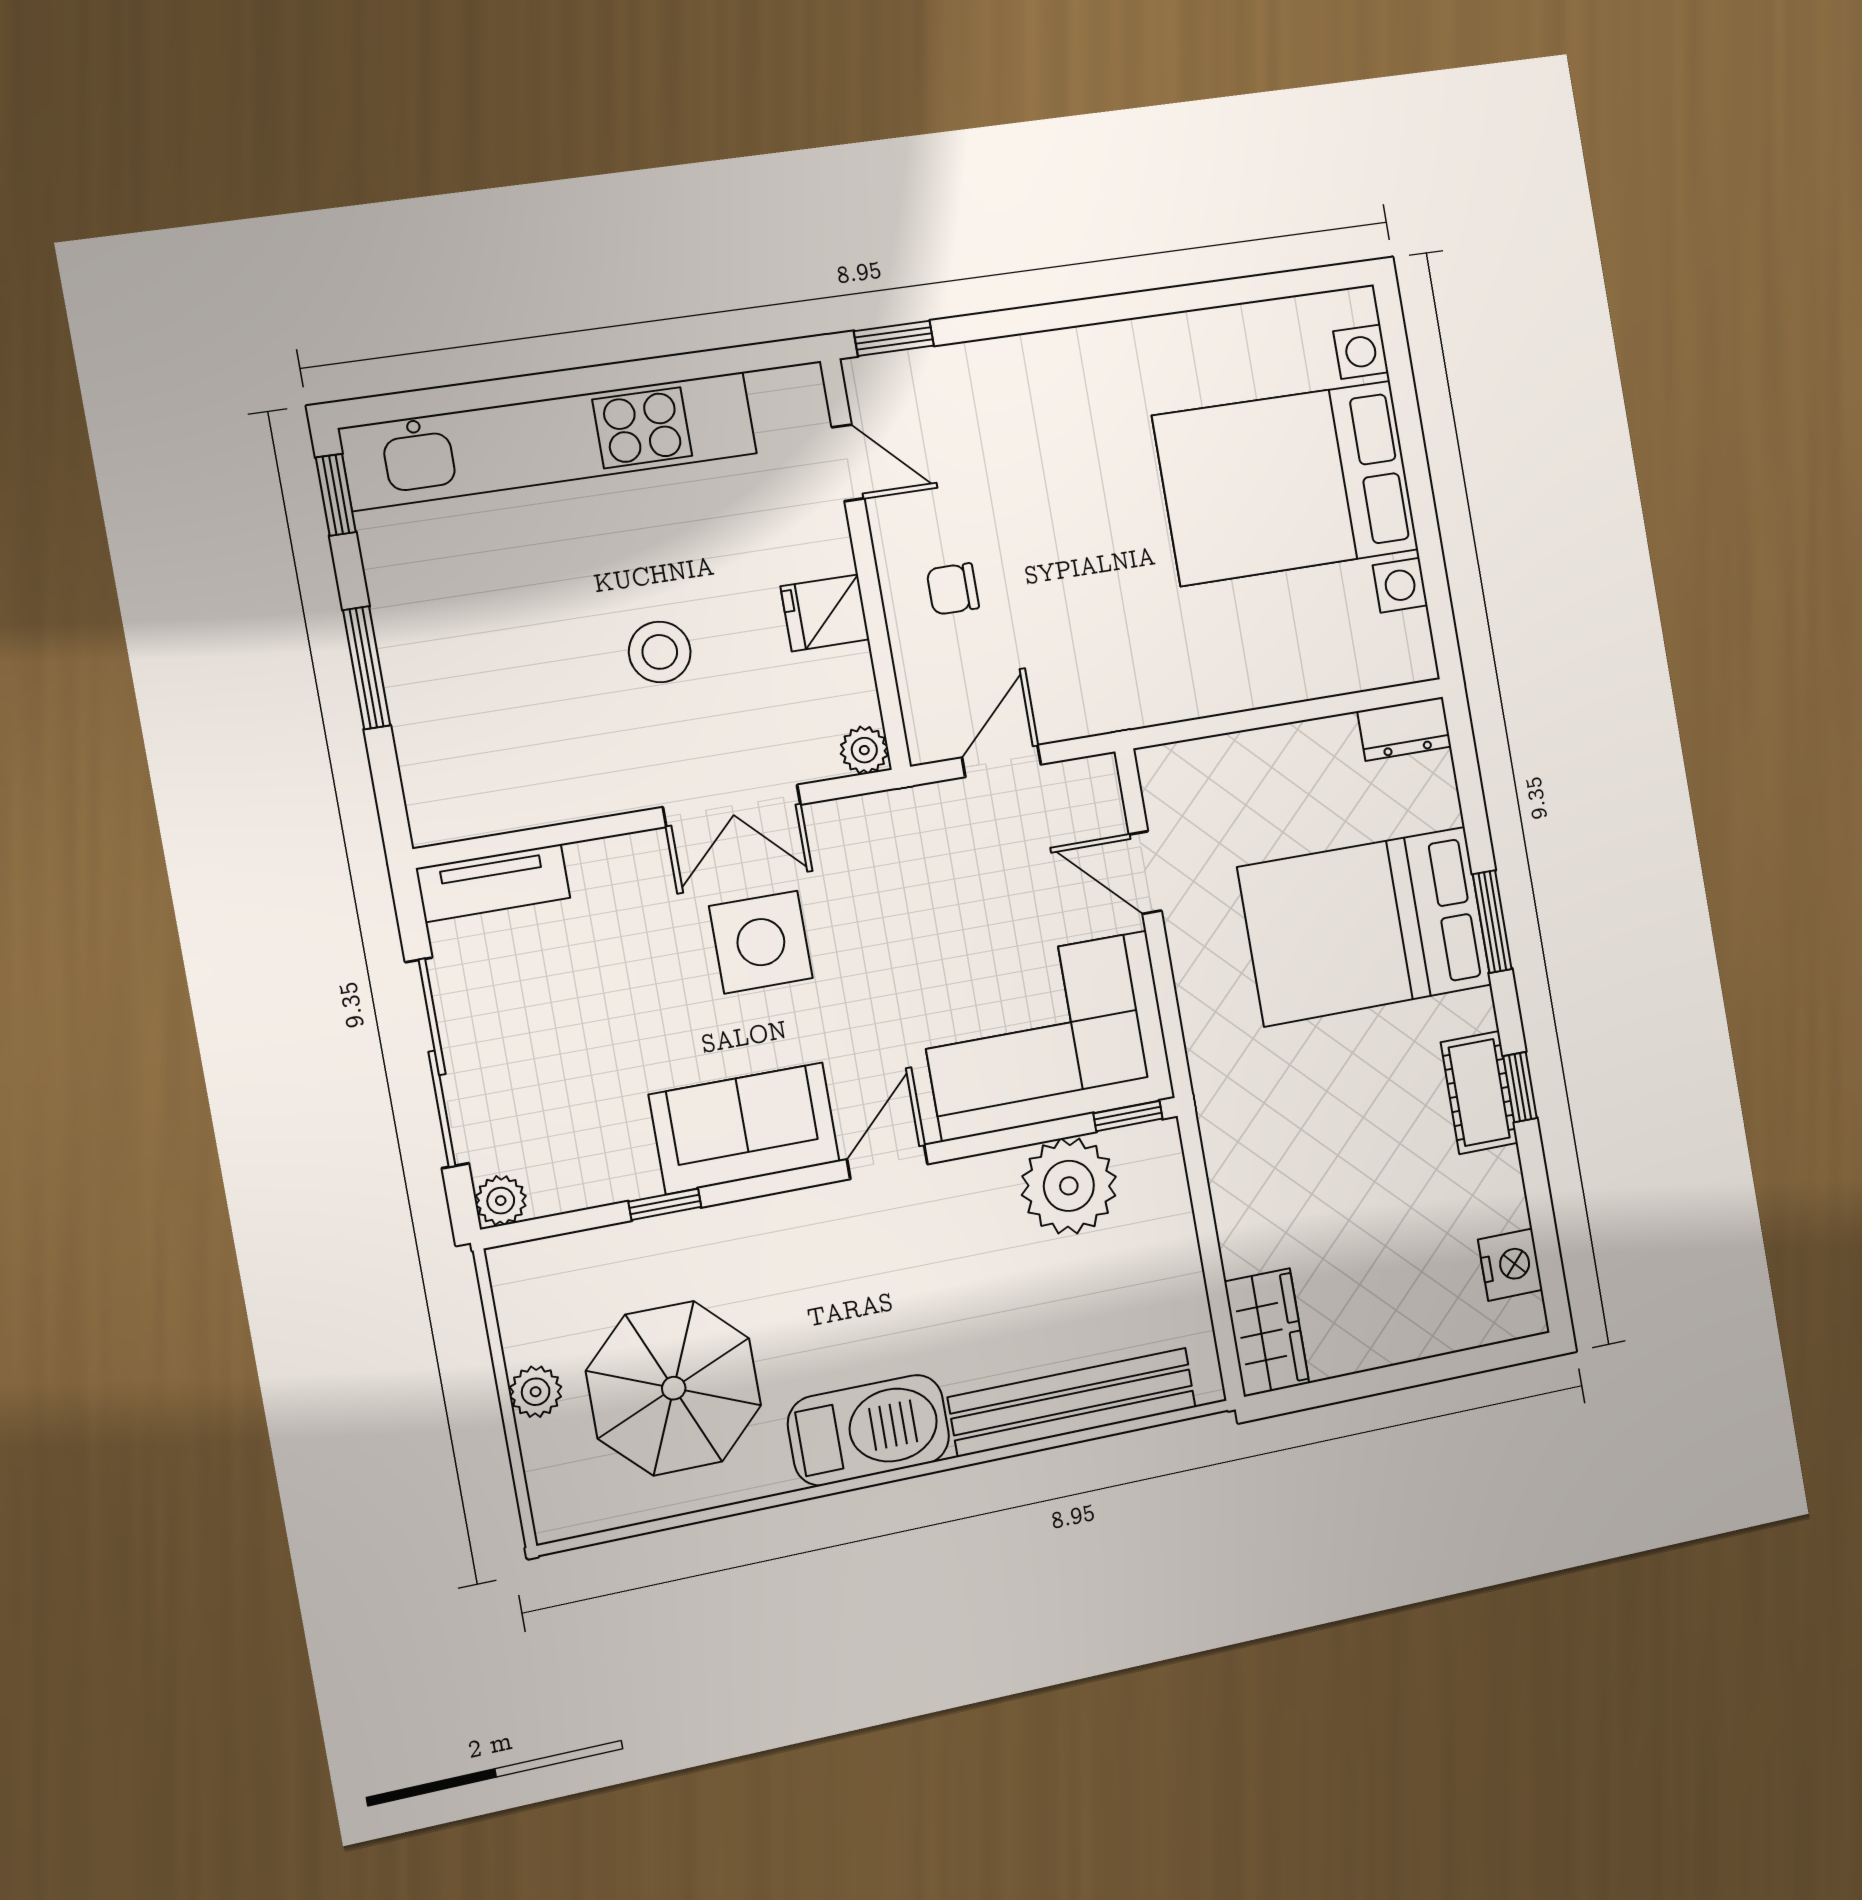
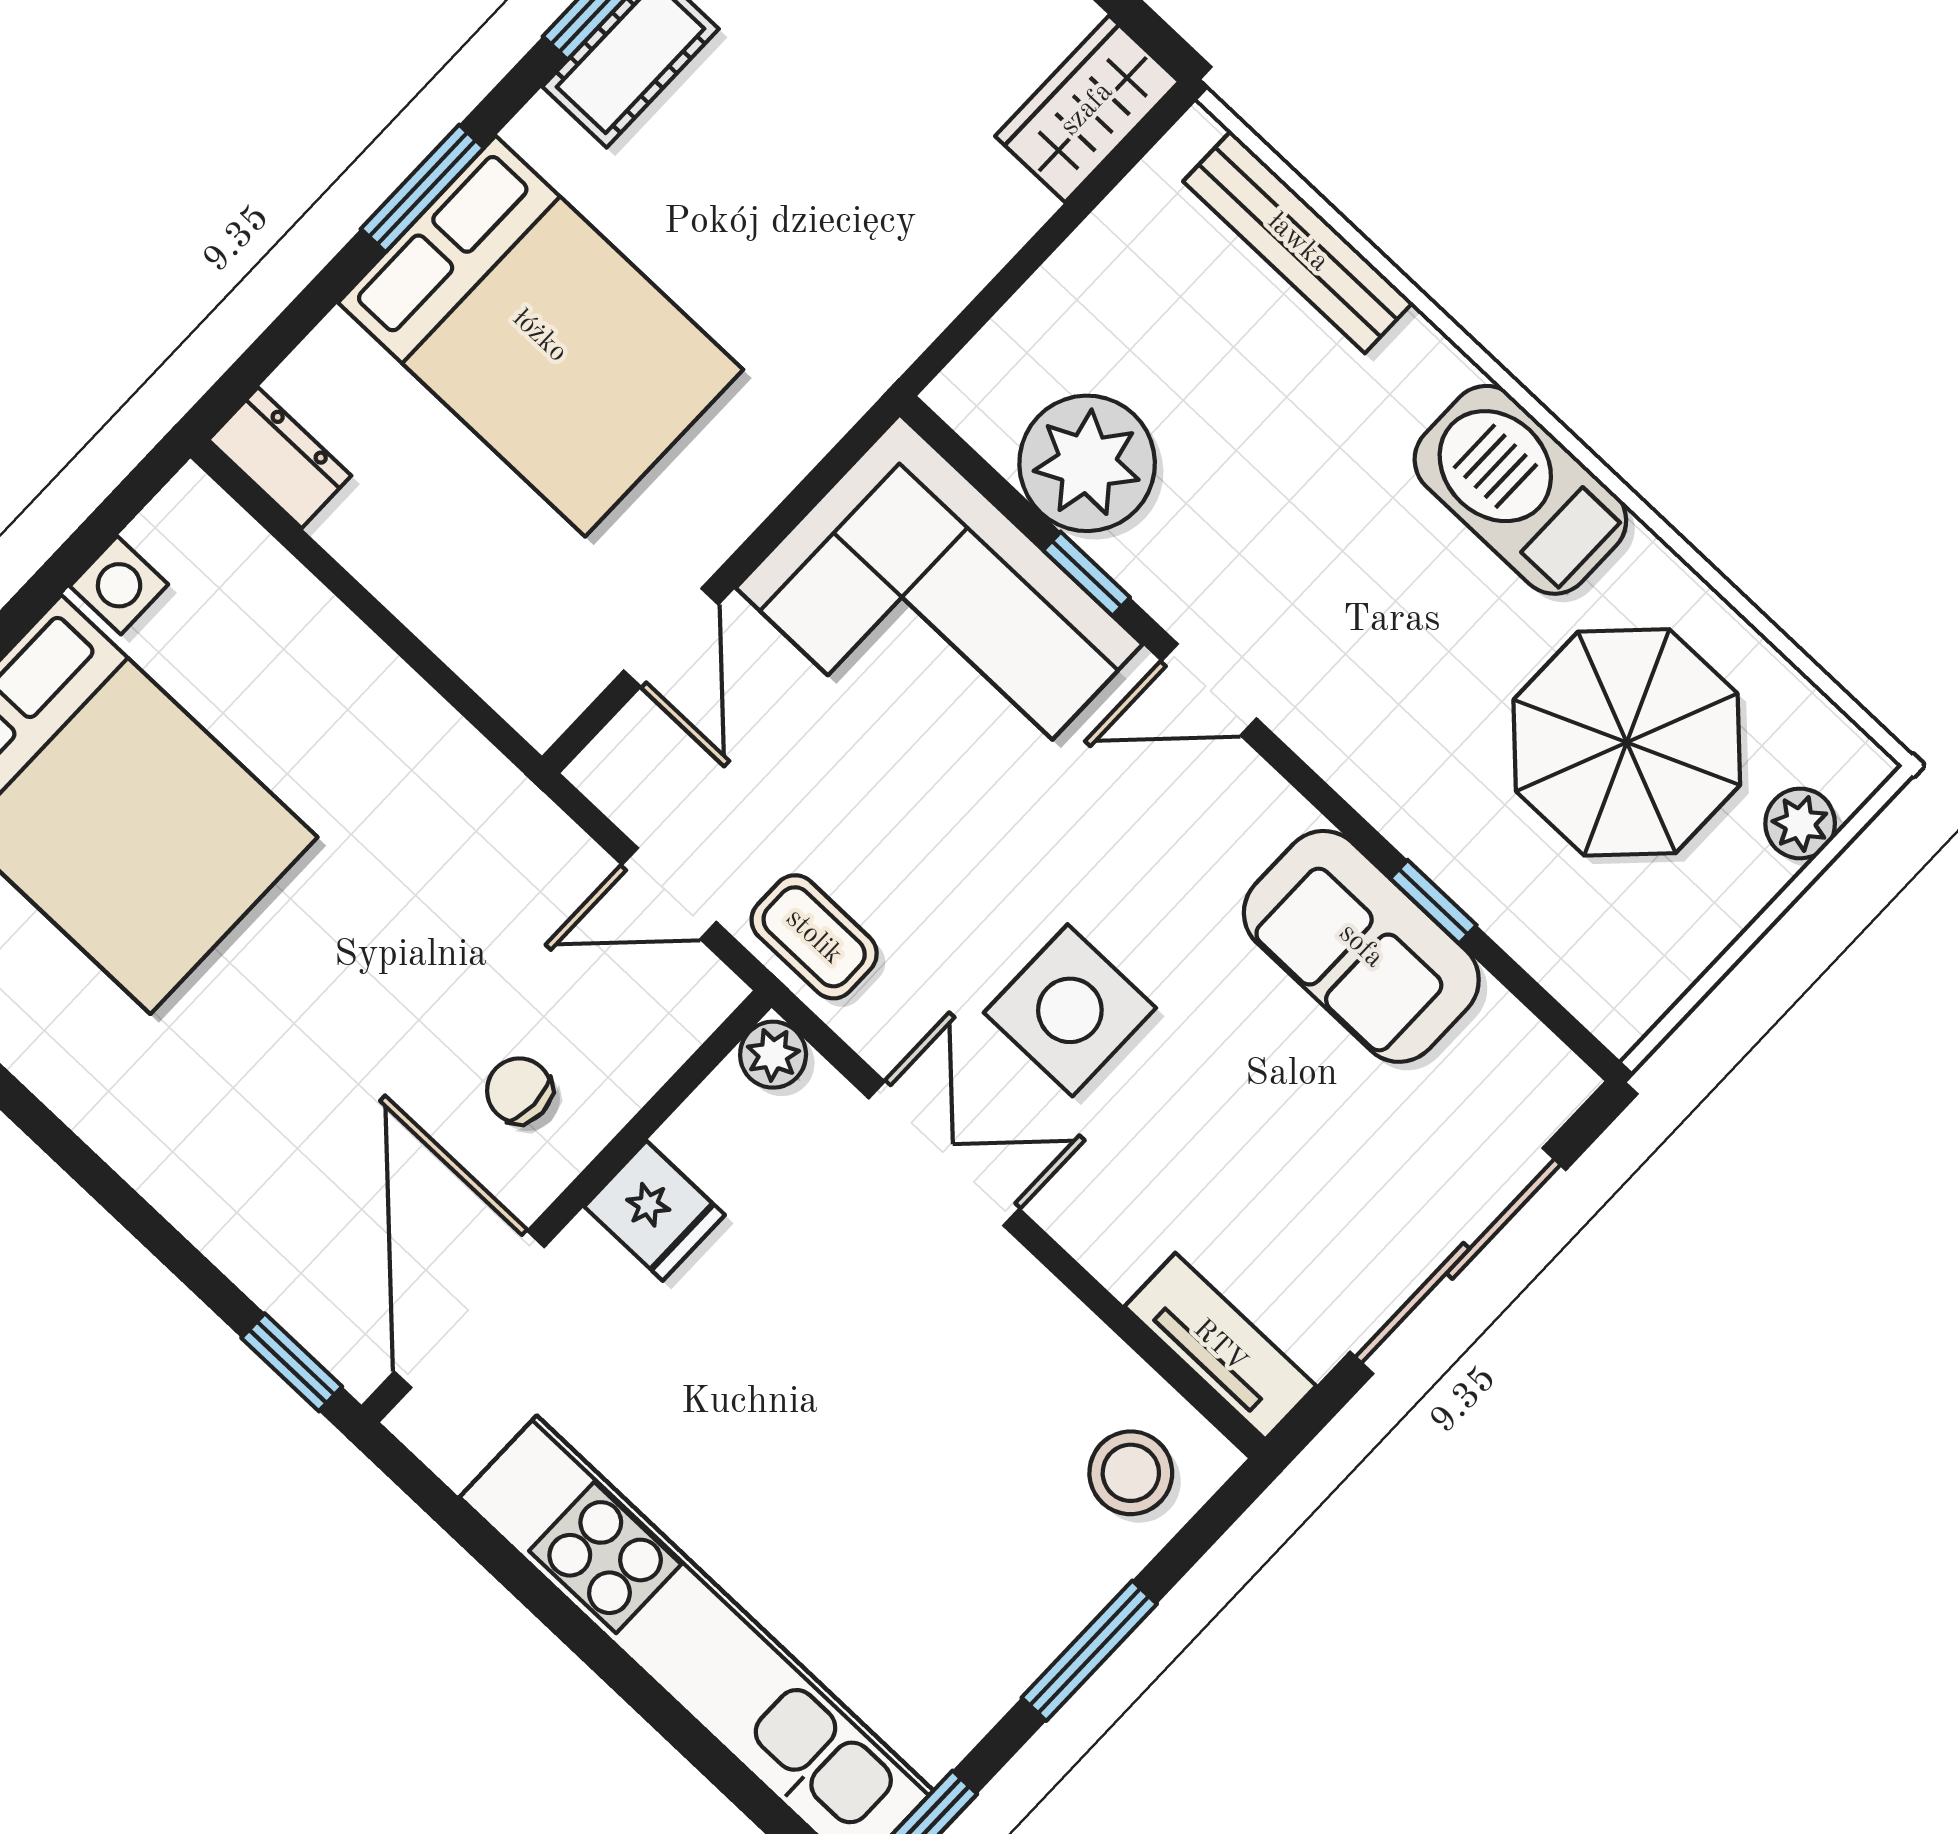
door: (848, 463) -> (469, 1309), width x1.87
chair: (953, 589) -> (519, 1091), turned 180
stool: (660, 652) -> (1131, 1473), moved
coffee table: (915, 825) -> (814, 937), added
window: (1128, 1116) -> (1087, 574), moved
sofa: (744, 1128) -> (1361, 946), moved
plant: (501, 1201) -> (1557, 1082), removed
plant: (536, 1392) -> (1800, 823), moved
bench: (1072, 1402) -> (1298, 242), width x0.73, depth x0.82

